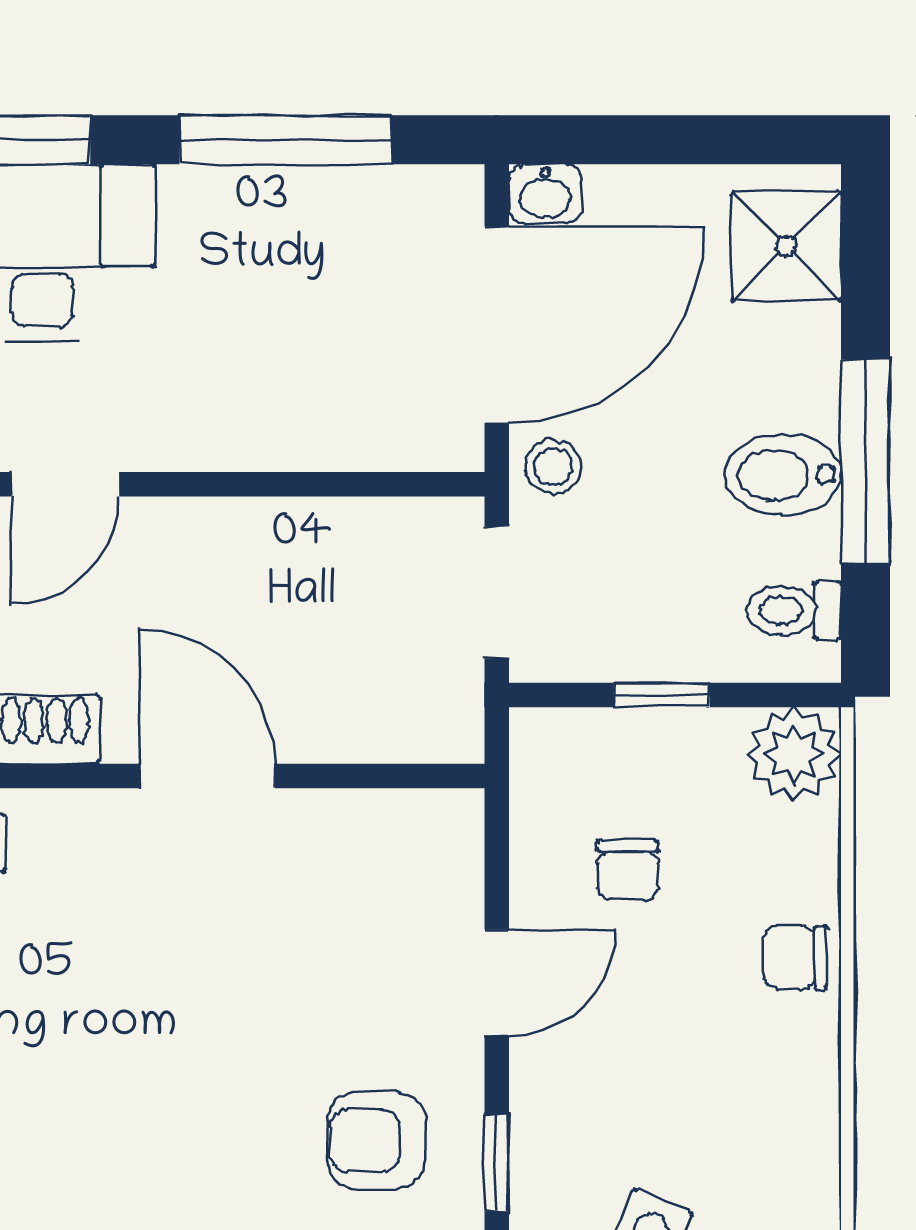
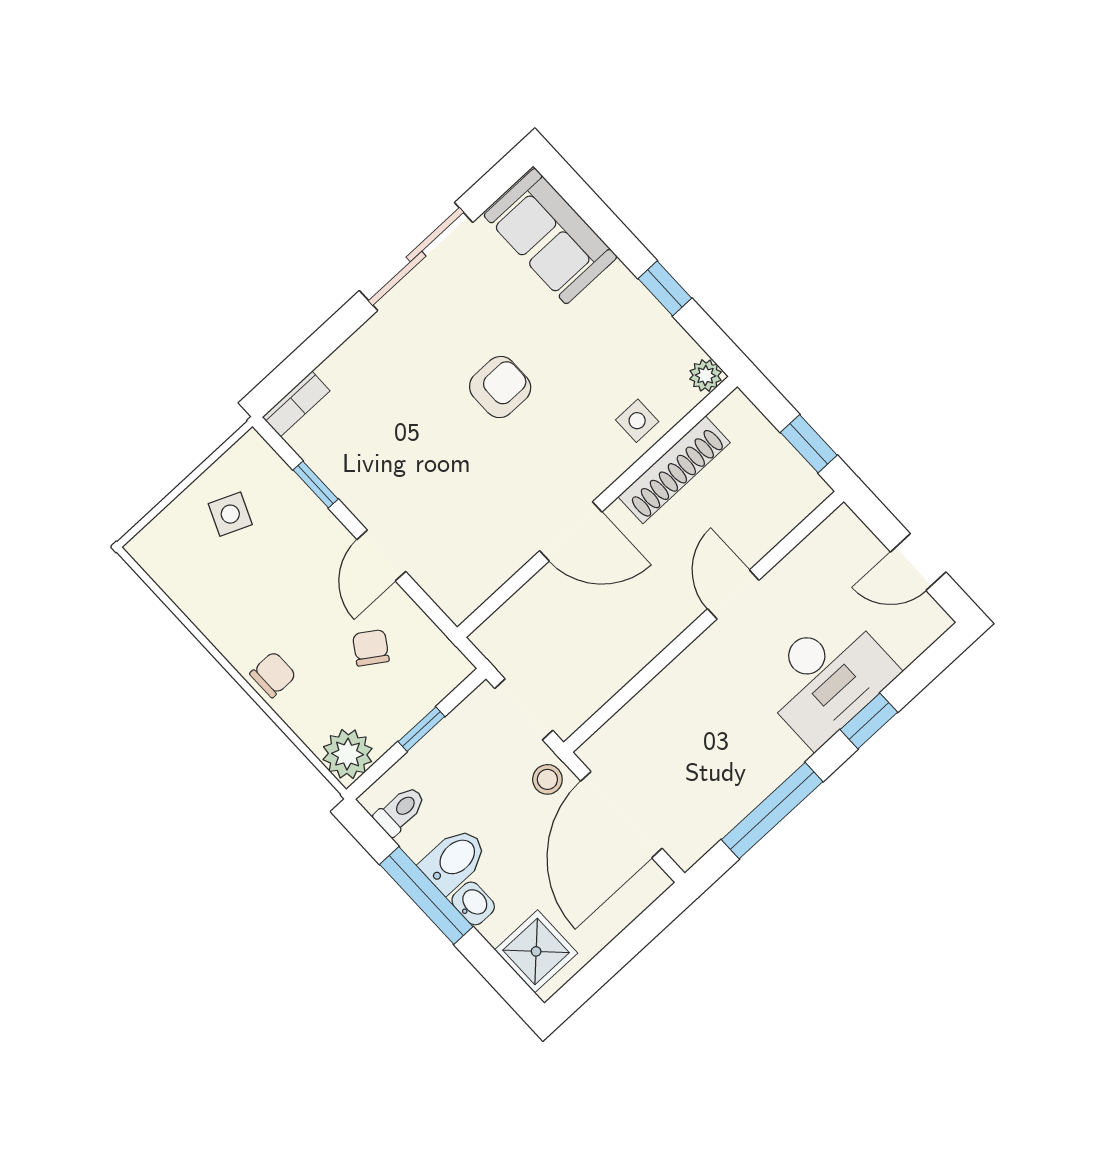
washbasin: (546, 194) -> (473, 903), moved, turned 90
chair: (628, 870) -> (371, 648), turned 34
armchair: (377, 1141) -> (500, 387), moved

